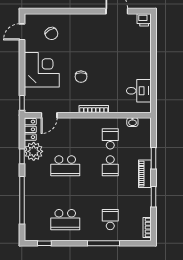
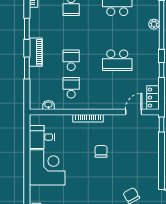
corner desk: (42, 70) -> (47, 167), moved, turned 180
school desk: (110, 139) -> (71, 88), turned 180
plant: (34, 151) -> (154, 24), moved, width x0.53, depth x0.53
school desk: (65, 166) -> (117, 60), turned 180

